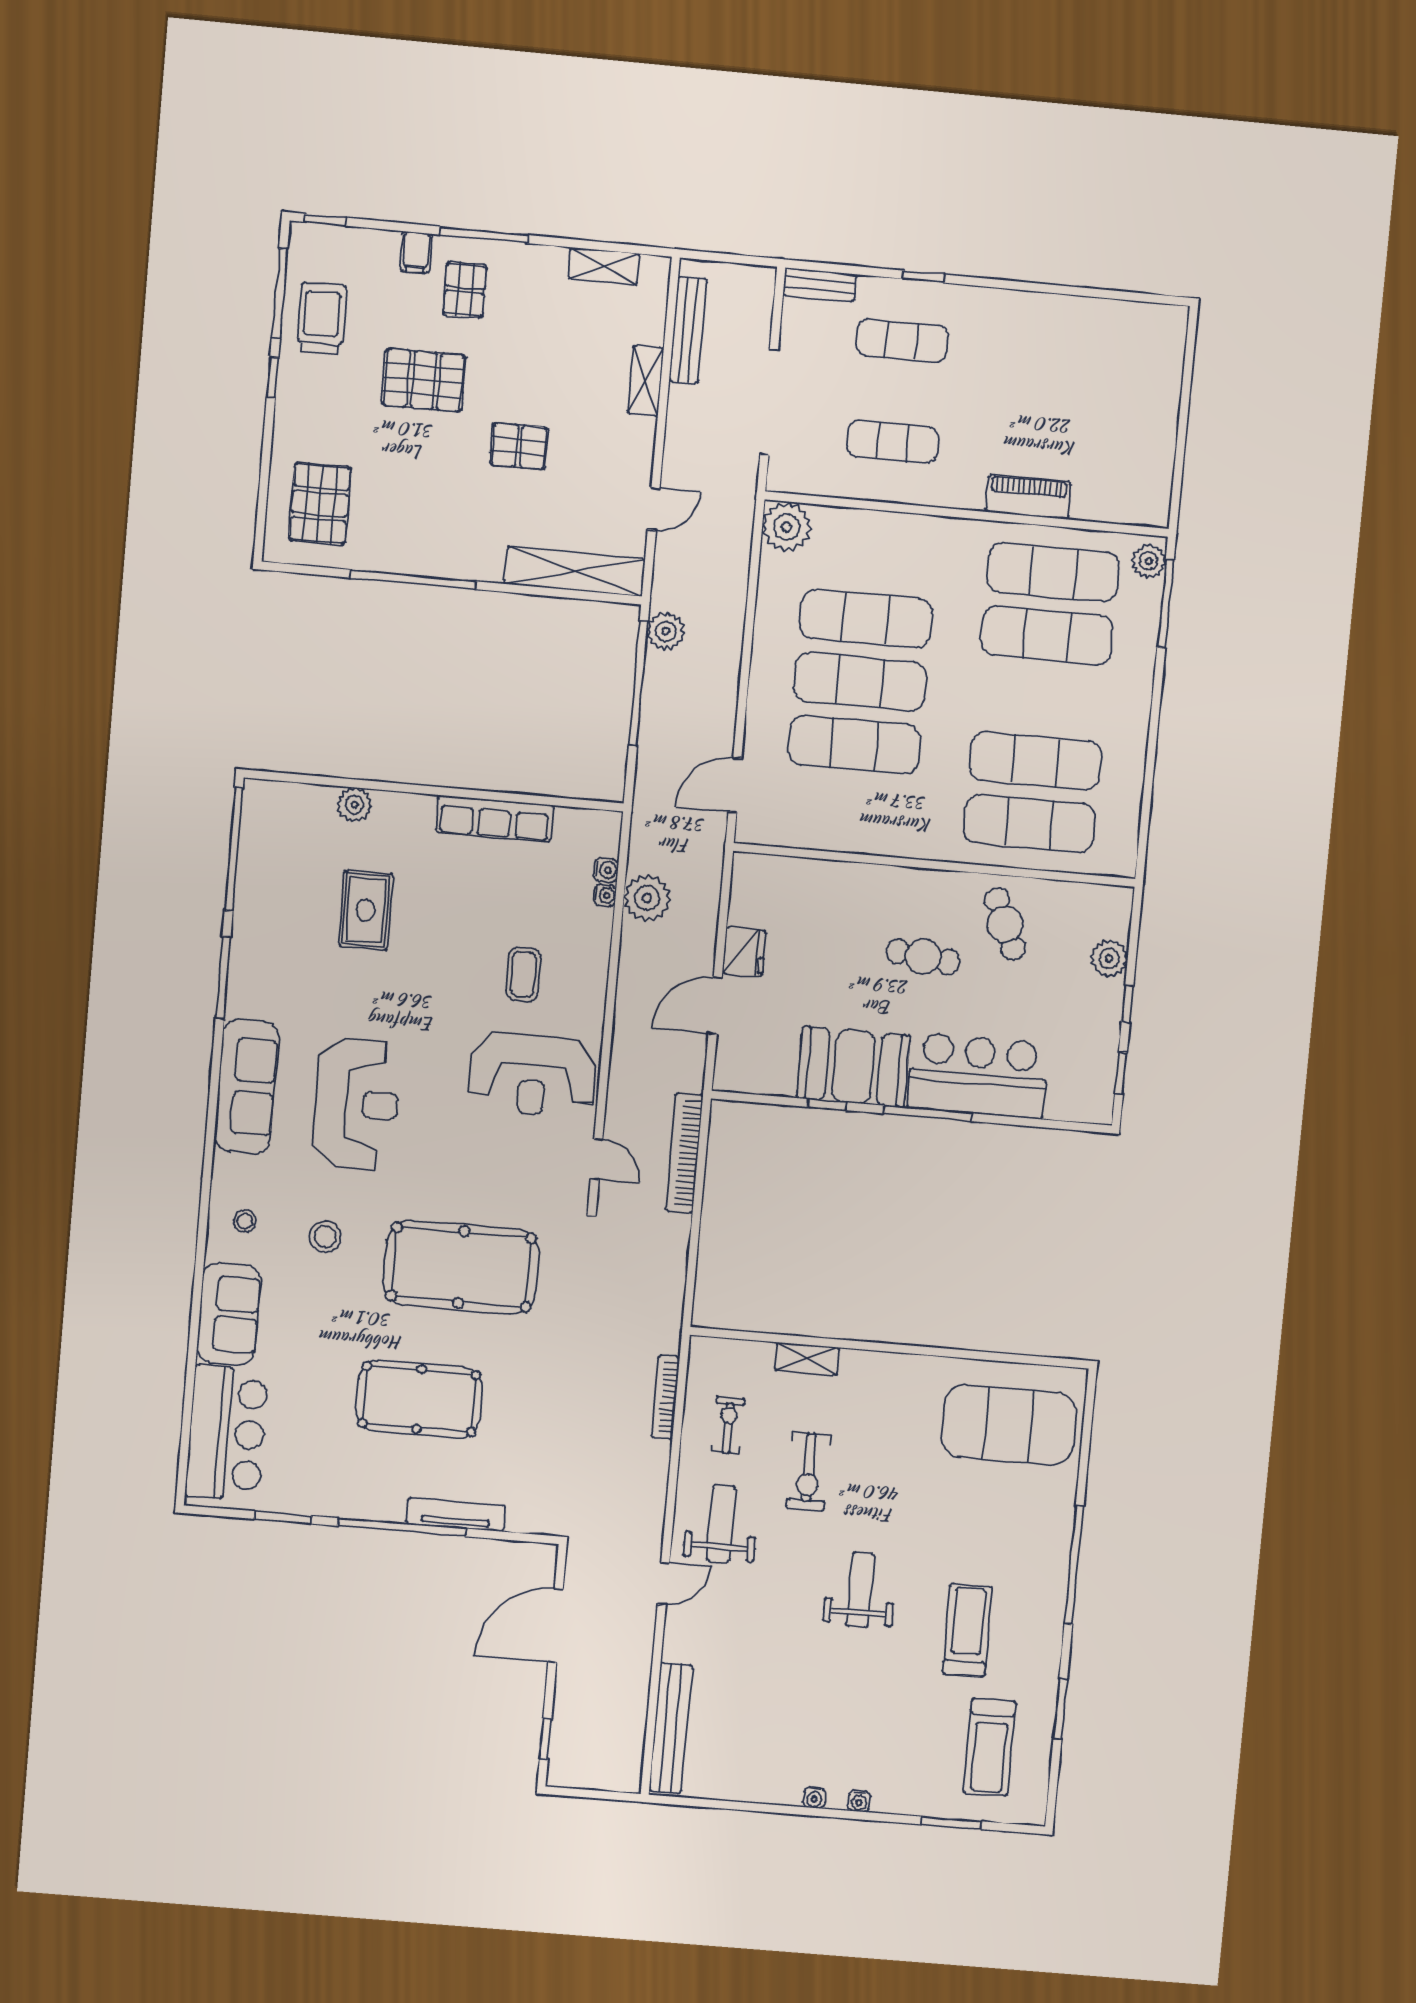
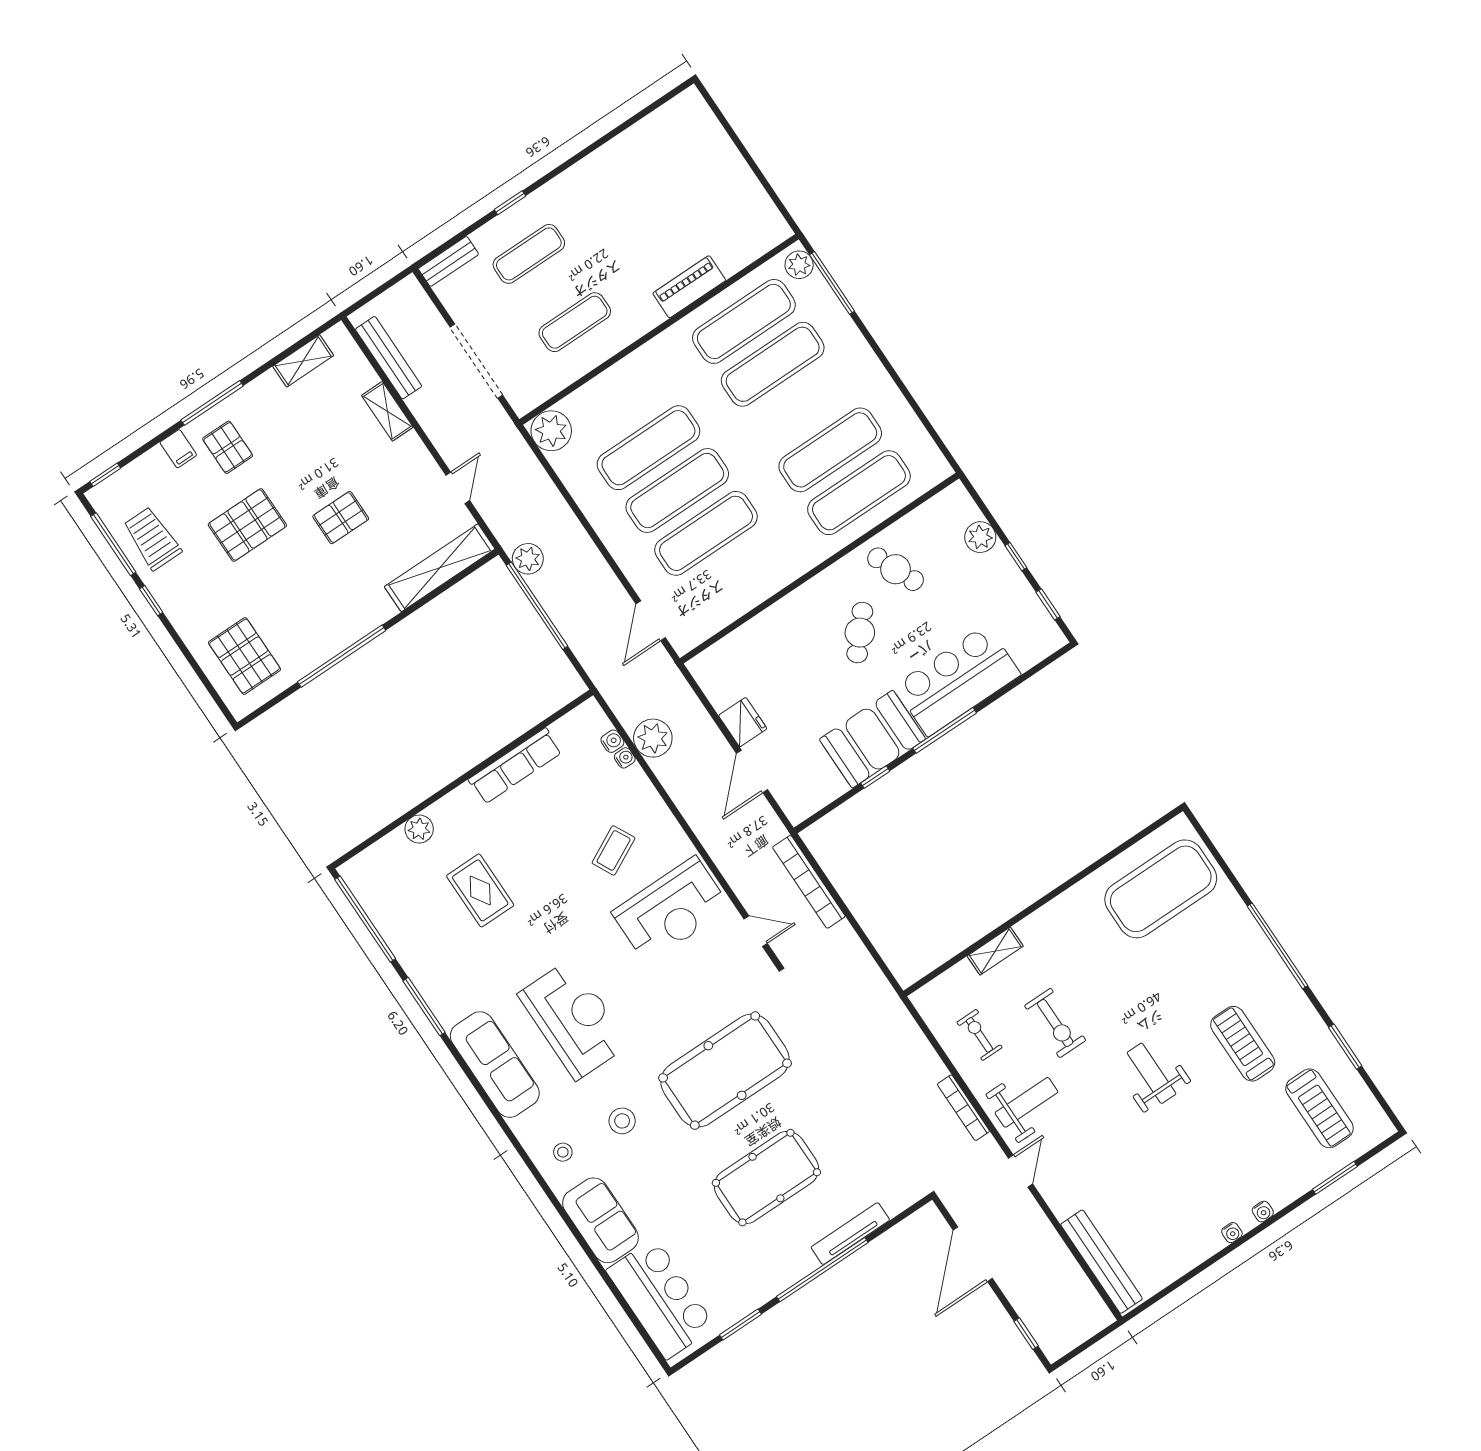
cafe table: (923, 957) -> (860, 633), turned -56
coffee table: (523, 974) -> (614, 850), turned 63
bookcase: (666, 1397) -> (963, 1108), moved
weight bench: (721, 1524) -> (1026, 1102), turned 90

